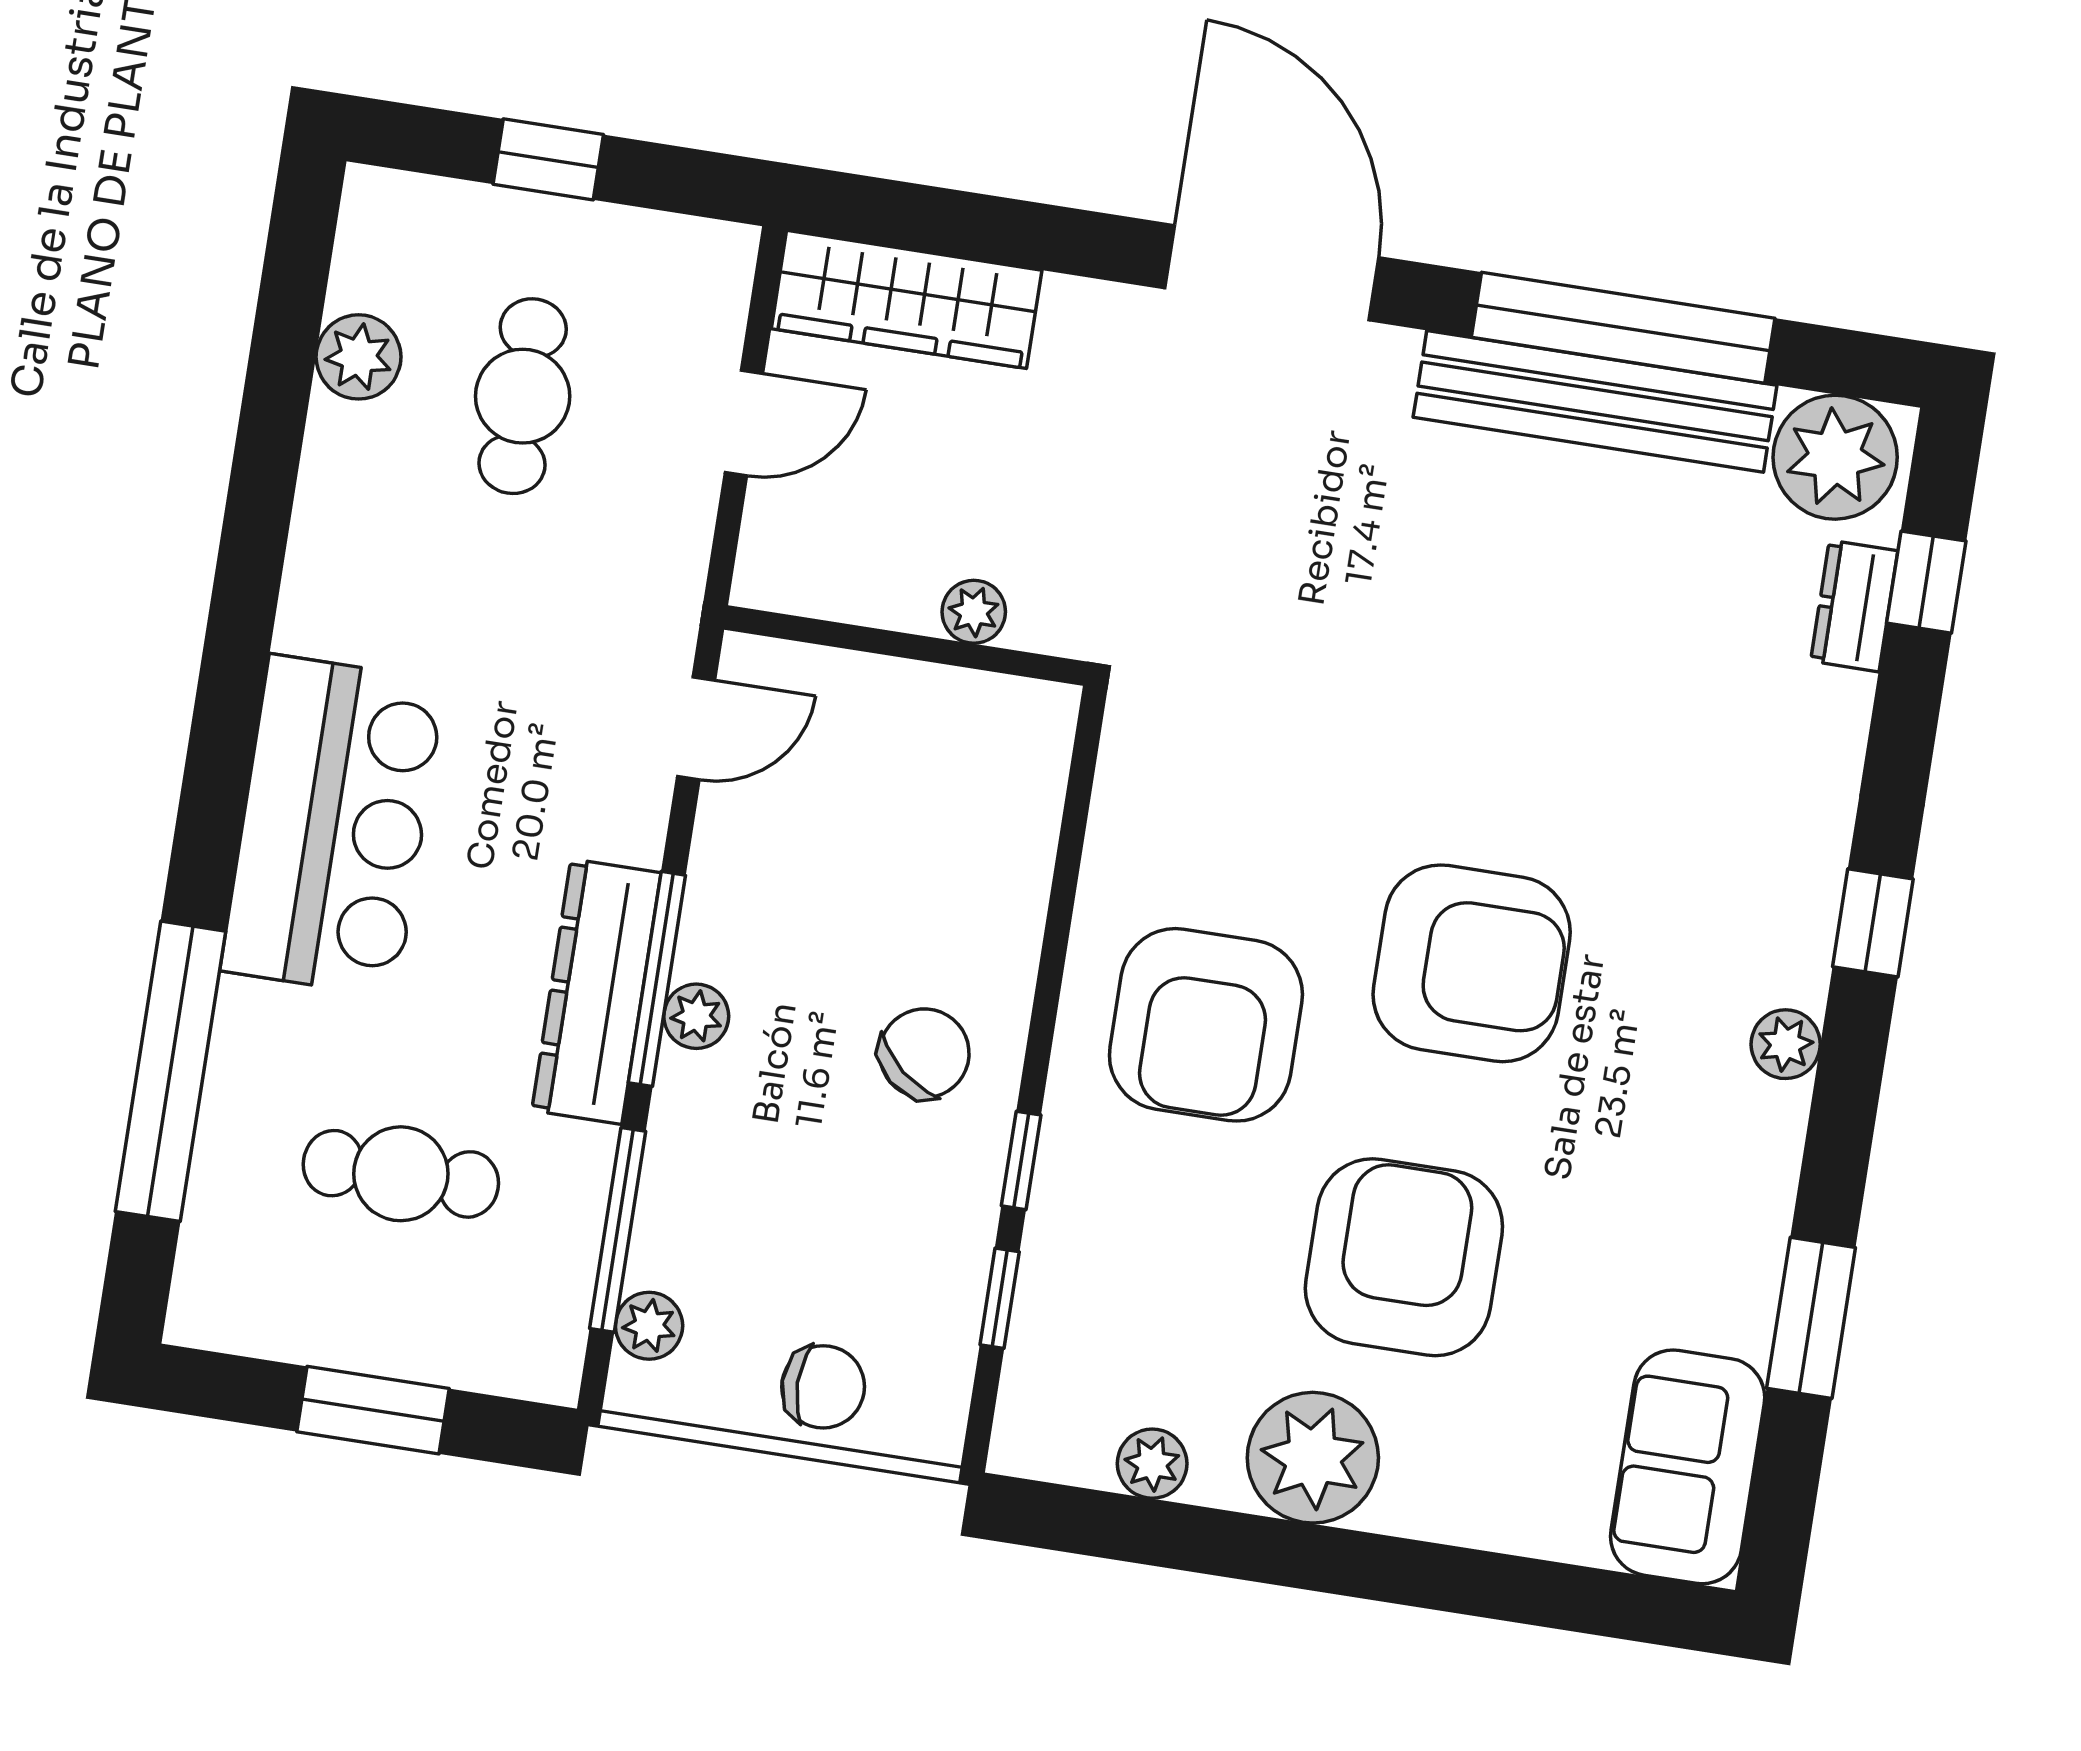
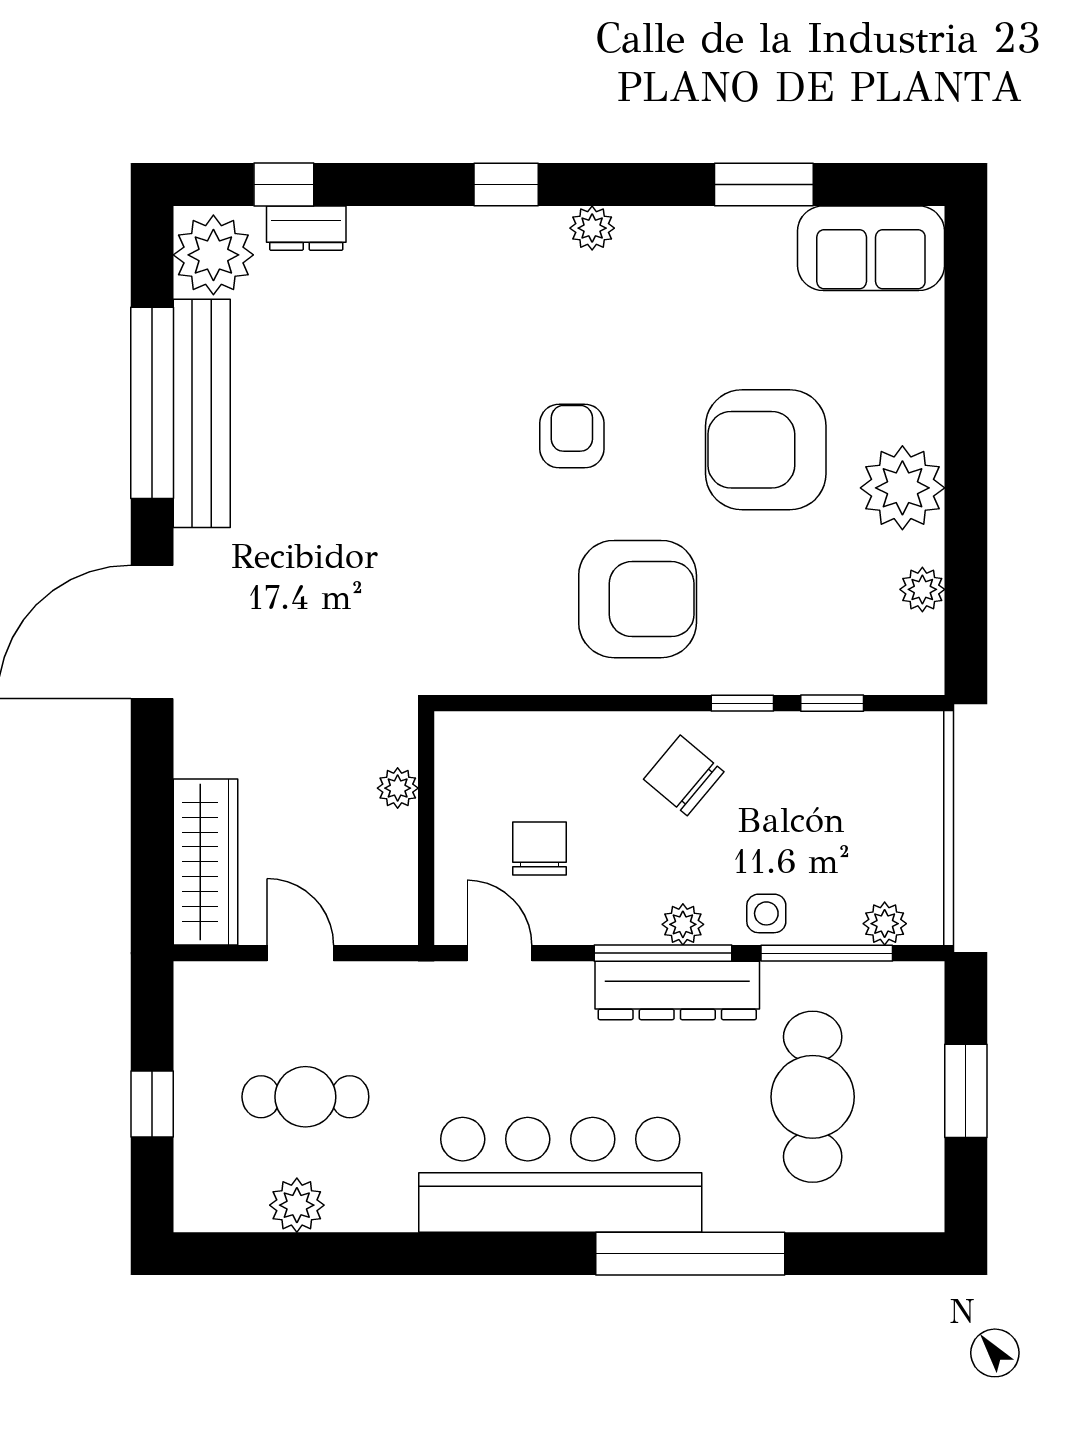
bar counter: (333, 826) -> (560, 1175), width x1.36
armchair: (1472, 963) -> (572, 436), width x0.53, depth x0.53
window: (170, 1071) -> (690, 1254), moved
side table: (693, 1147) -> (766, 913), added
cafe table: (401, 1174) -> (813, 1097), width x1.37, depth x1.35
chair: (823, 1387) -> (540, 848), moved

